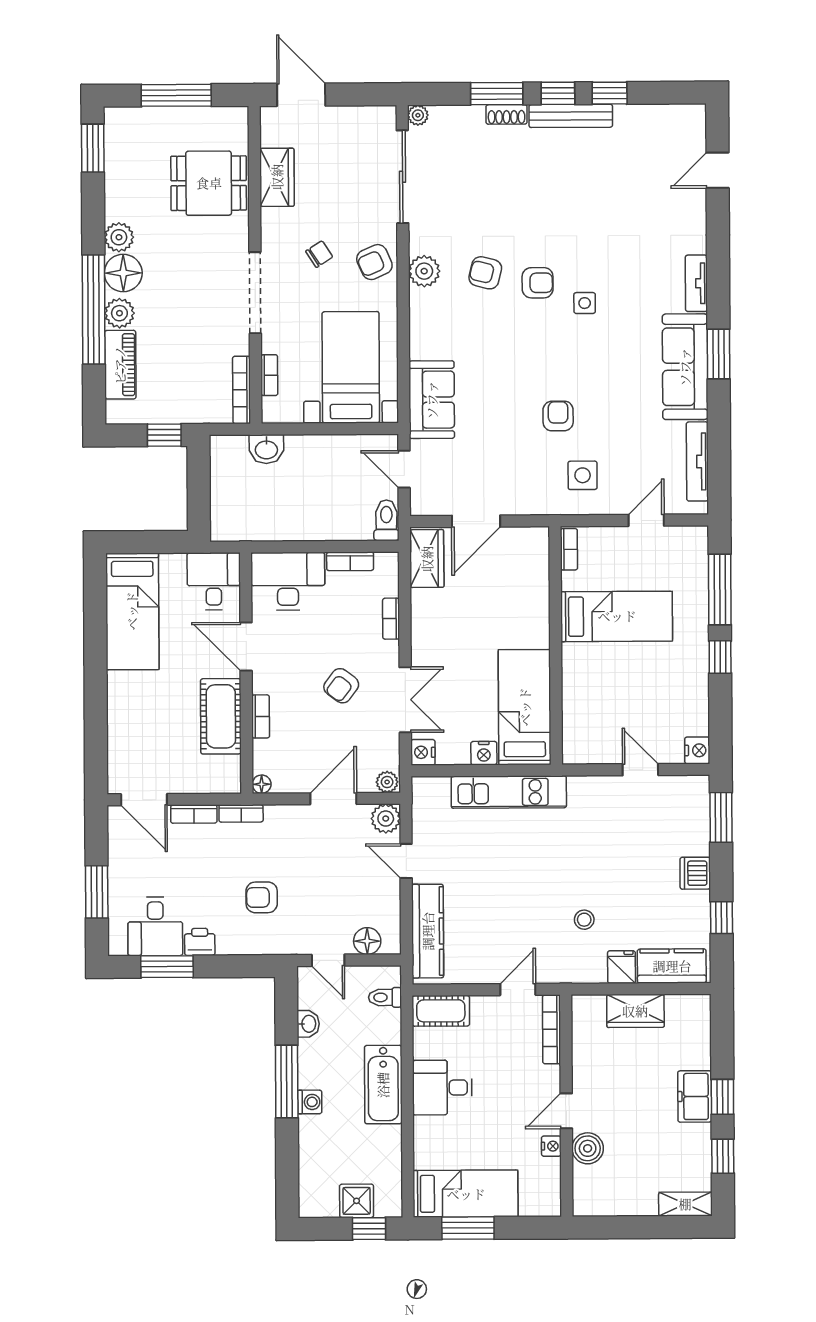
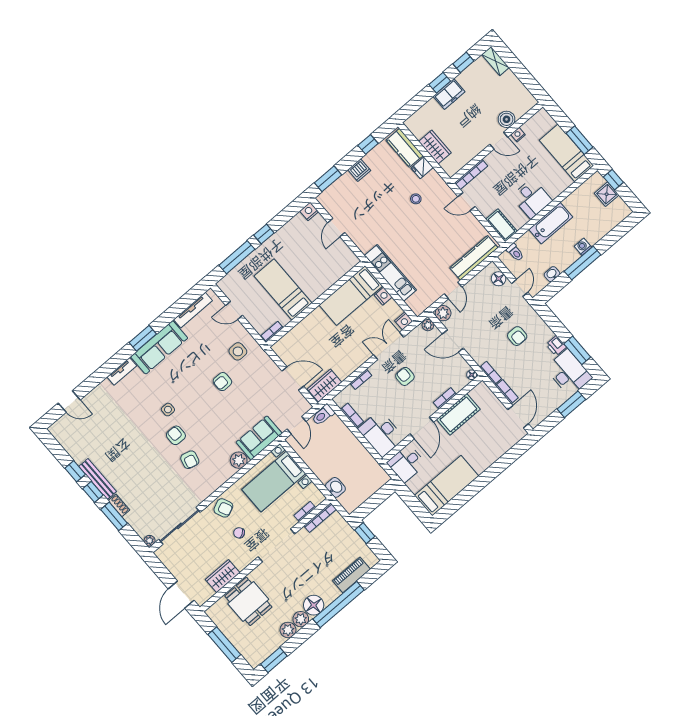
plant: (424, 271) -> (239, 460), moved
plant: (119, 313) -> (288, 630), moved
armchair: (341, 686) -> (405, 376), turned -127
desk: (155, 926) -> (569, 373), width x1.37

